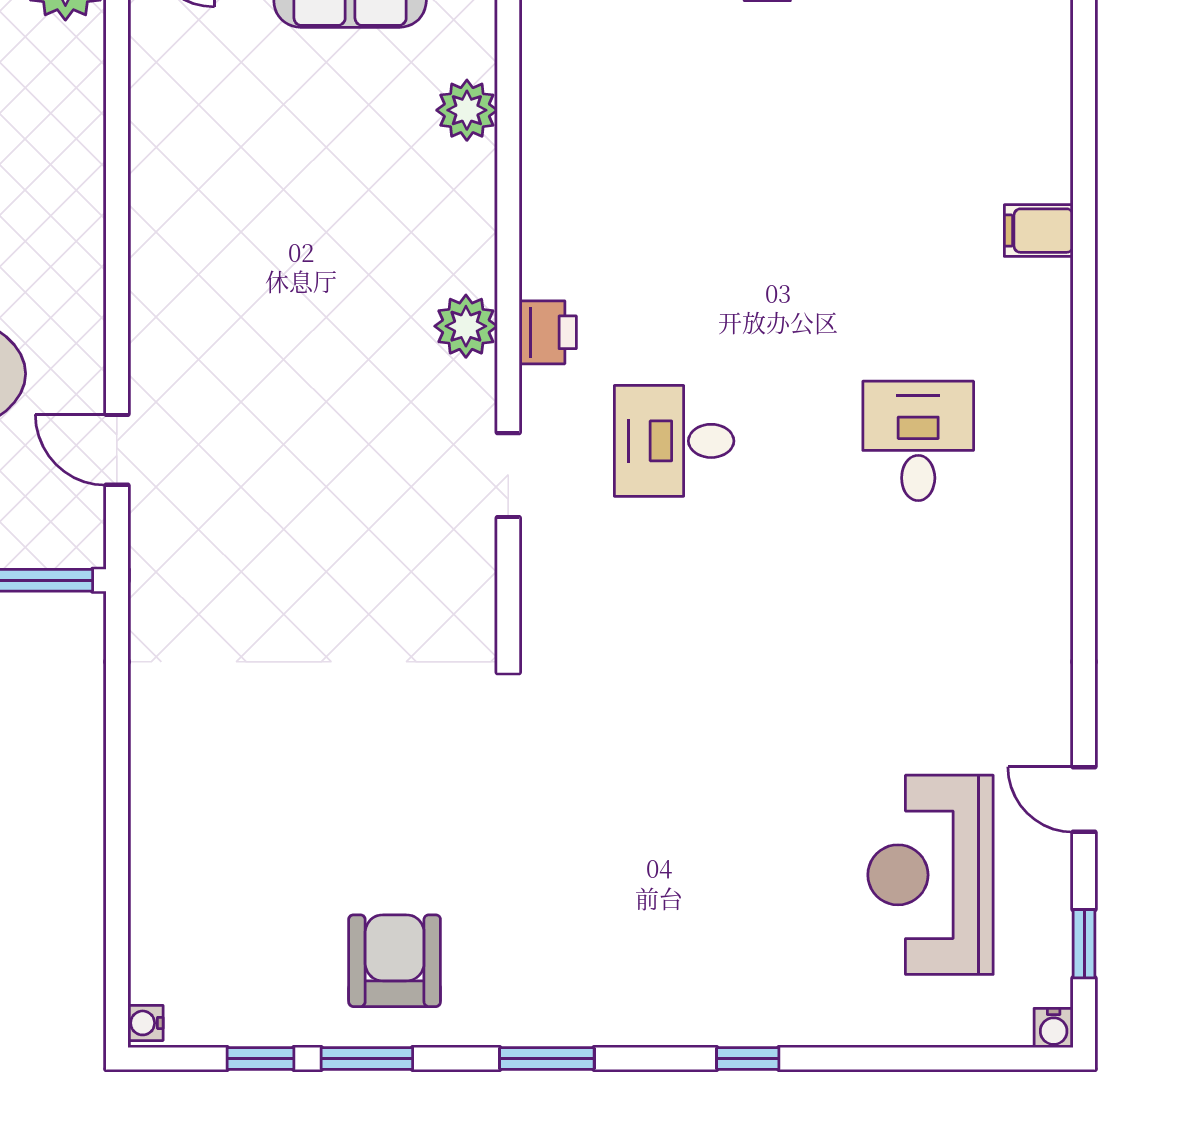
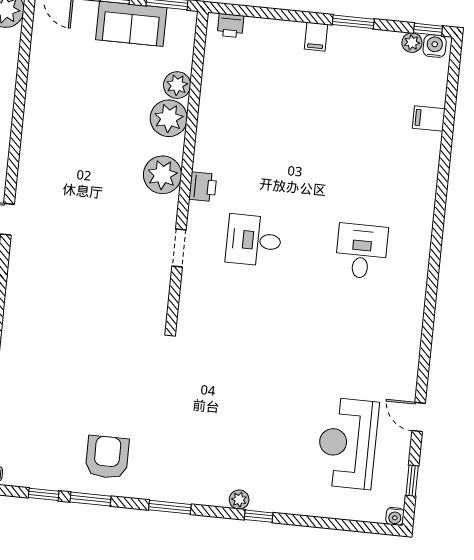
plant: (456, 186) -> (169, 118), added
filing cabinet: (1039, 231) -> (429, 119), moved
plant: (466, 326) -> (162, 175), width x1.36, depth x1.36
plant: (700, 1026) -> (239, 500), added

